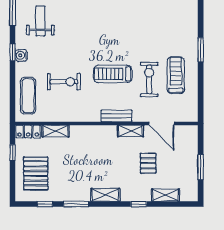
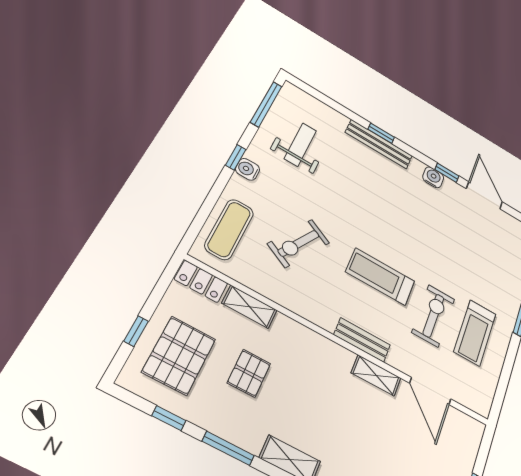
treadmill: (176, 75) -> (475, 333), turned 180
exercise bike: (64, 82) -> (299, 243), turned 119
window: (13, 153) -> (136, 331), moved
pallet: (148, 163) -> (249, 373), moved

